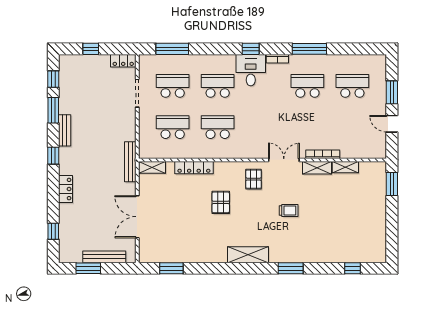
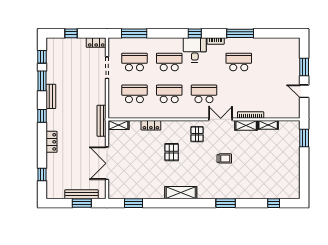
school desk: (352, 86) -> (204, 94), moved
locker: (194, 168) -> (151, 125), width x0.66
shelving: (248, 255) -> (181, 193), moved
window: (88, 268) -> (82, 203), moved

